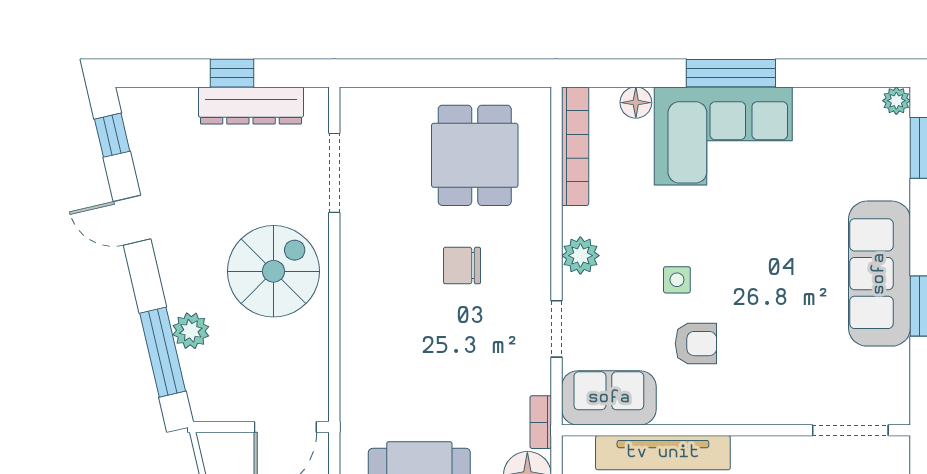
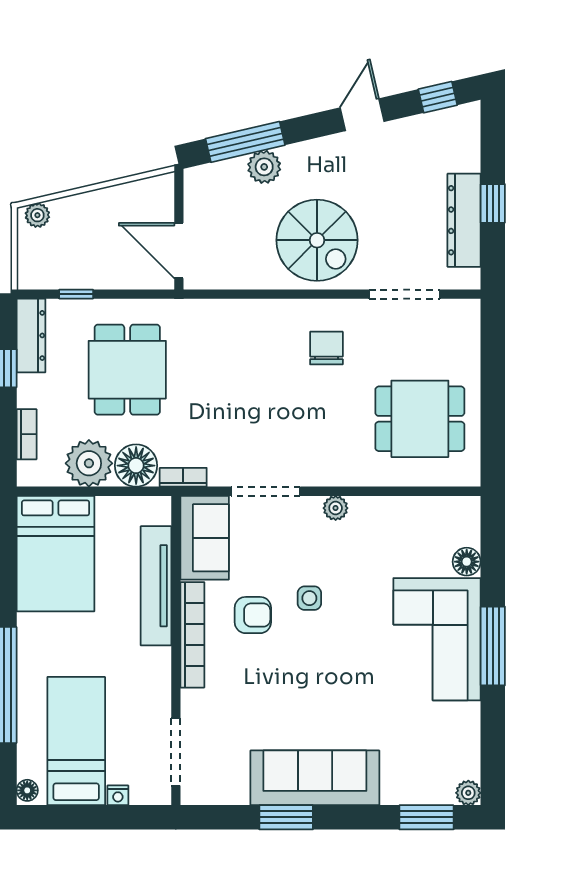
bookcase: (575, 146) -> (192, 635), moved, turned -90
plant: (580, 256) -> (336, 508), width x0.73, depth x0.73
chair: (462, 266) -> (326, 348), moved
doorway: (556, 329) -> (266, 491), width x1.38
armchair: (696, 344) -> (253, 615), turned -90

